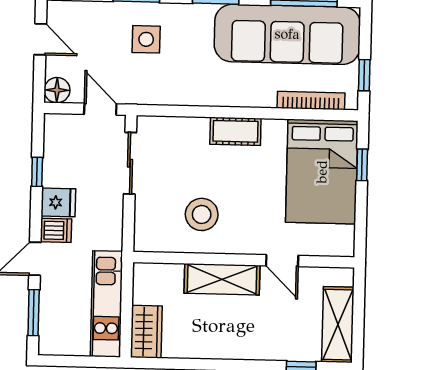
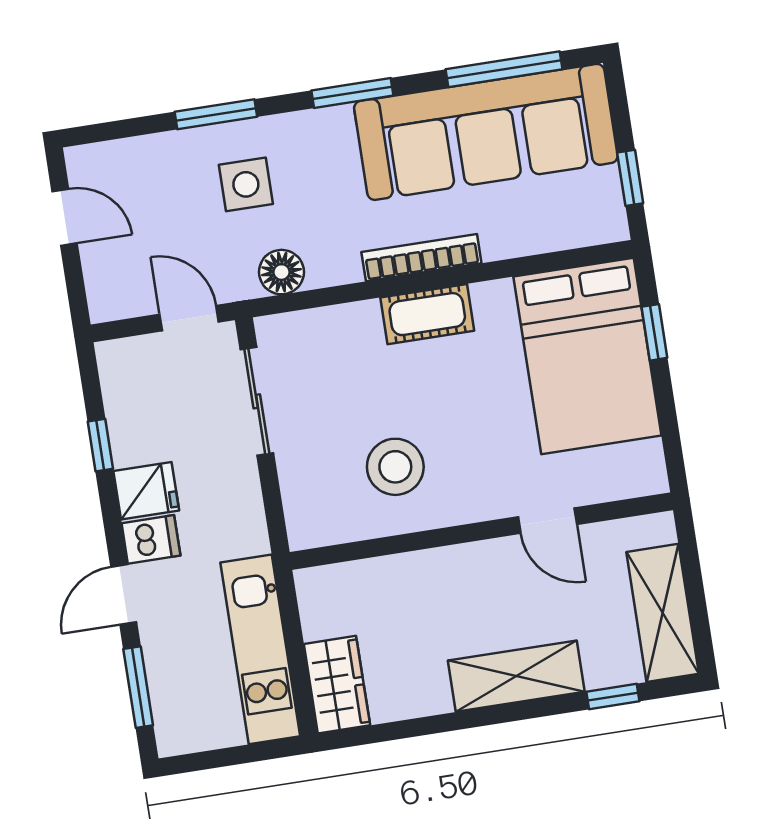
floor lamp: (57, 90) -> (281, 272), moved
bookcase: (311, 101) -> (421, 258), moved
shelving: (222, 279) -> (516, 676), moved

